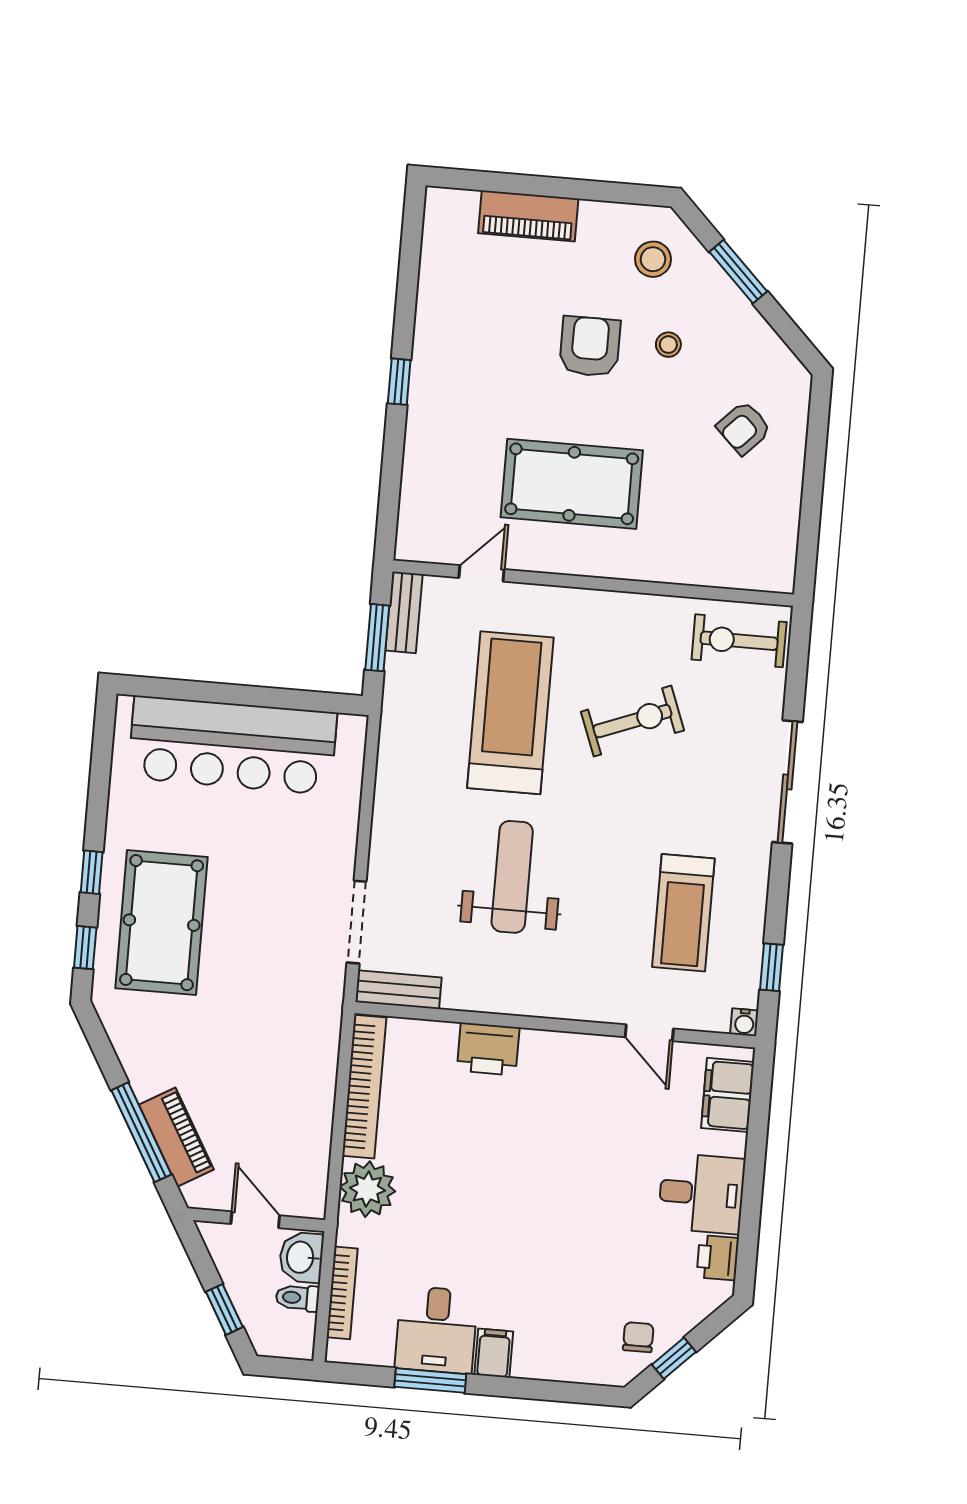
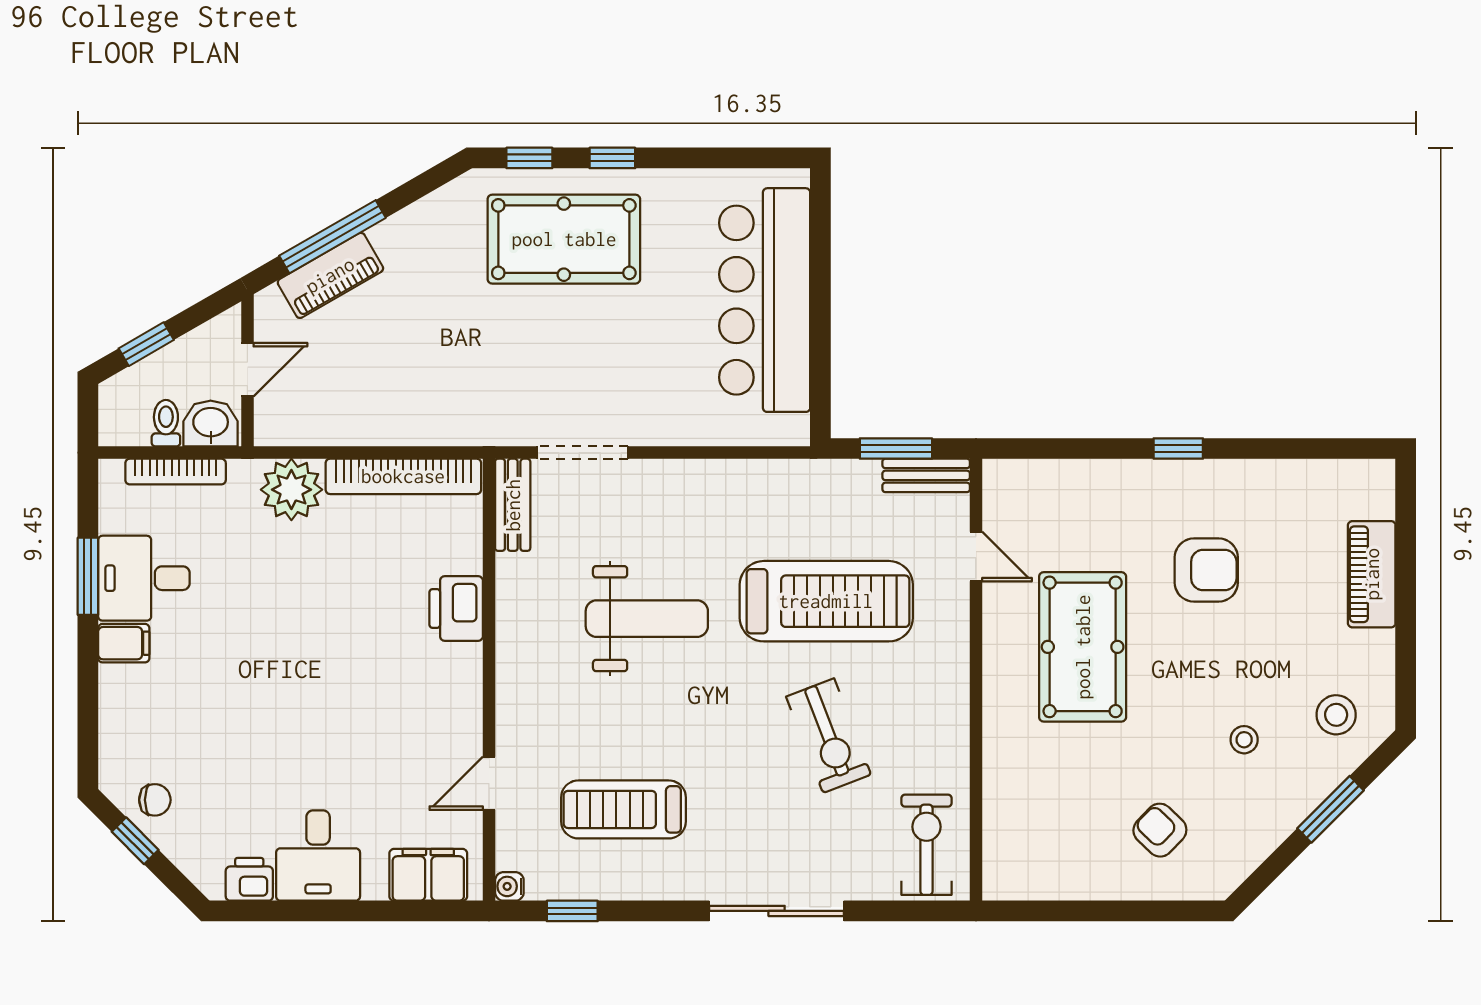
armchair: (590, 346) -> (1206, 570), moved

